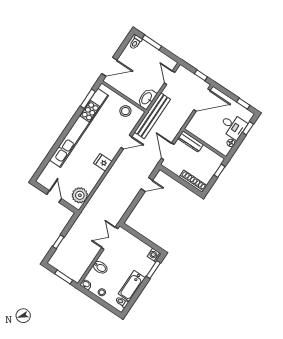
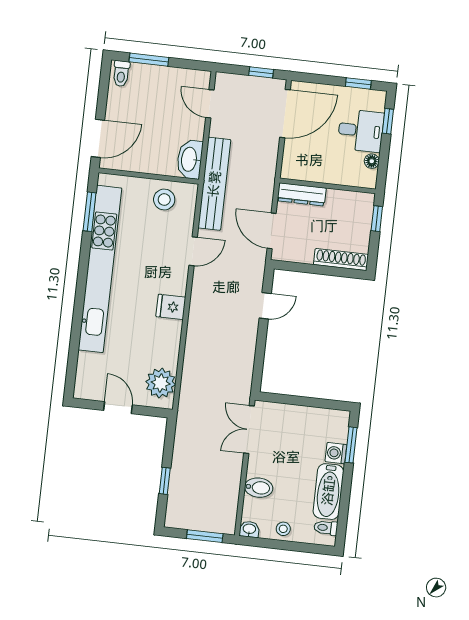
washing machine: (154, 255) -> (336, 453), moved

